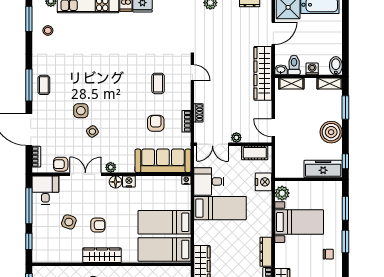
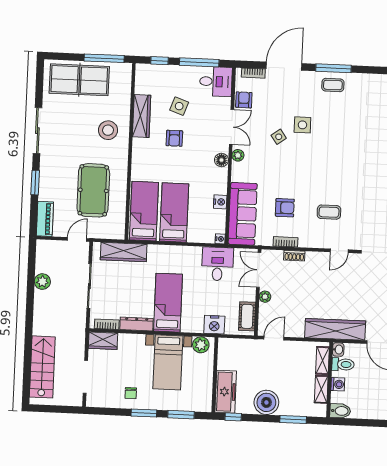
shelving: (330, 84) -> (321, 389), moved
nightstand: (129, 181) -> (220, 202), moved
bed: (220, 208) -> (168, 303), moved, turned 180
wardrobe: (102, 255) -> (142, 116), moved

